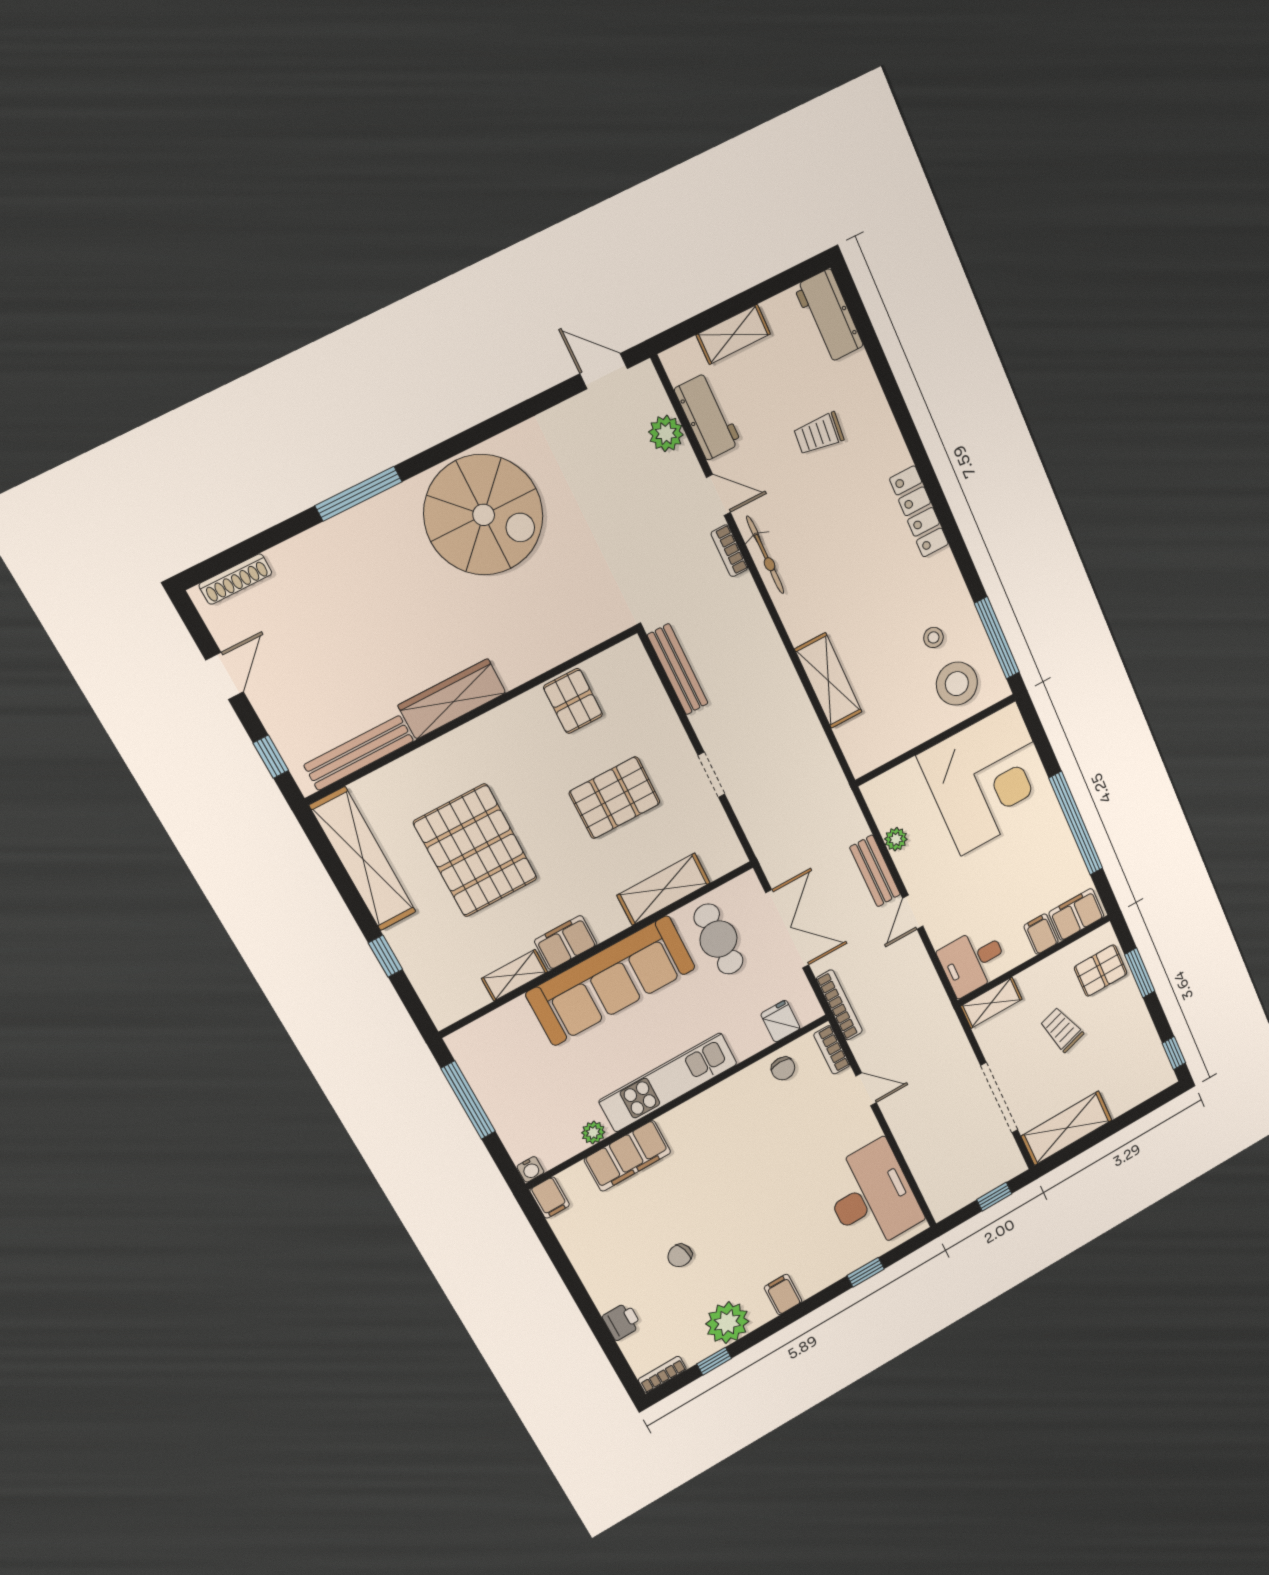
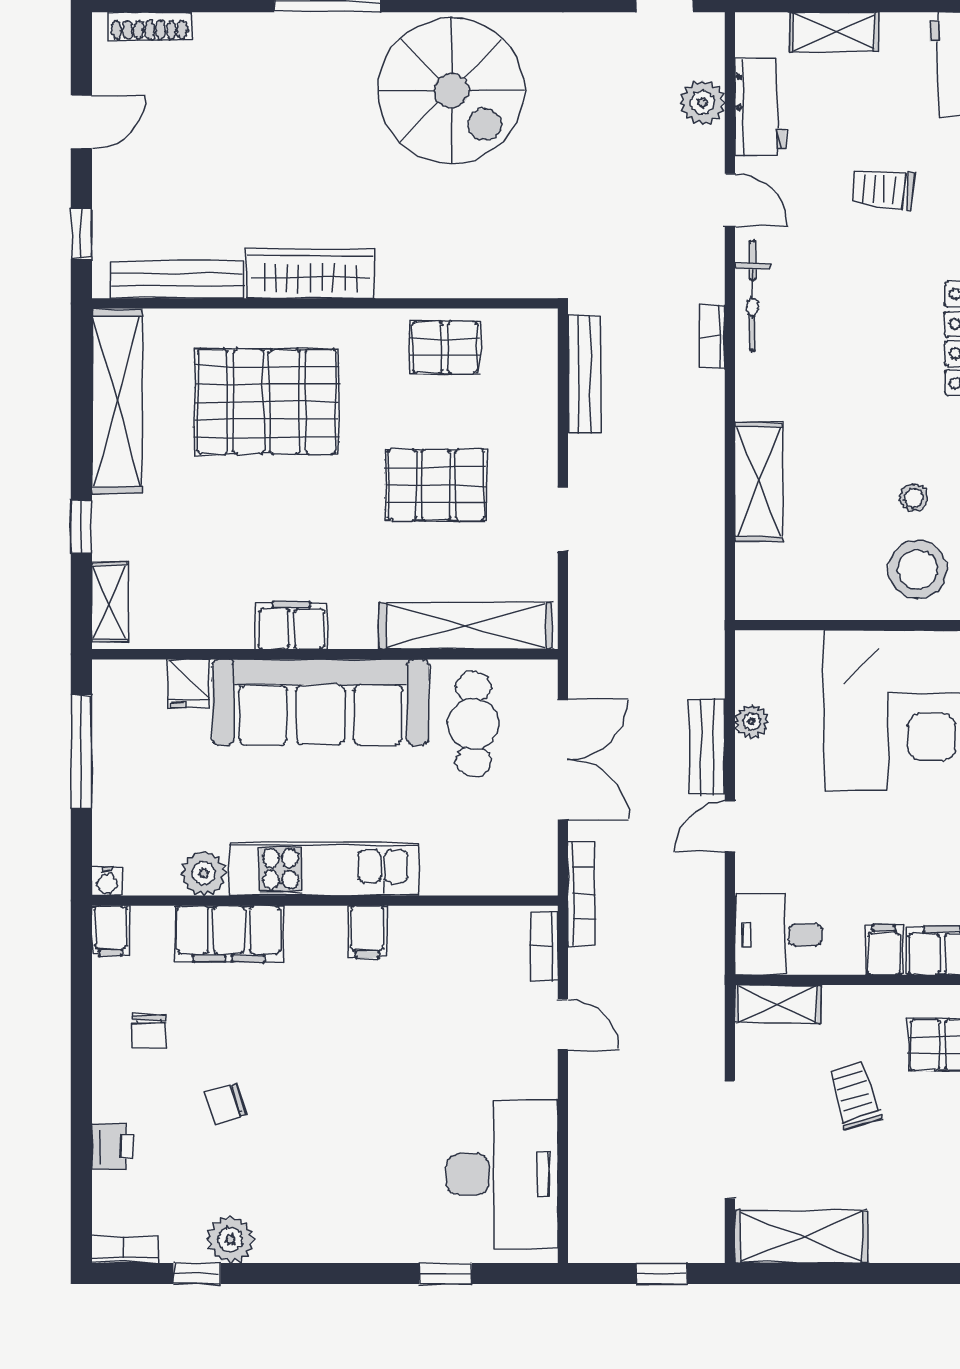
bookcase: (729, 551) -> (712, 337), moved
pallet: (573, 701) -> (445, 347), turned 90
pallet: (476, 850) -> (266, 402), moved, turned 90
shelving: (664, 889) -> (466, 626), width x1.47
shelving: (515, 975) -> (110, 602), moved, turned 90
fridge: (780, 1021) -> (189, 683), moved, turned 180
chair: (783, 1068) -> (149, 1031), moved
plant: (593, 1133) -> (204, 873), width x1.38, depth x1.38
filing cabinet: (783, 1294) -> (367, 932), moved, turned 180
plant: (727, 1323) -> (231, 1240), width x0.73, depth x0.73

